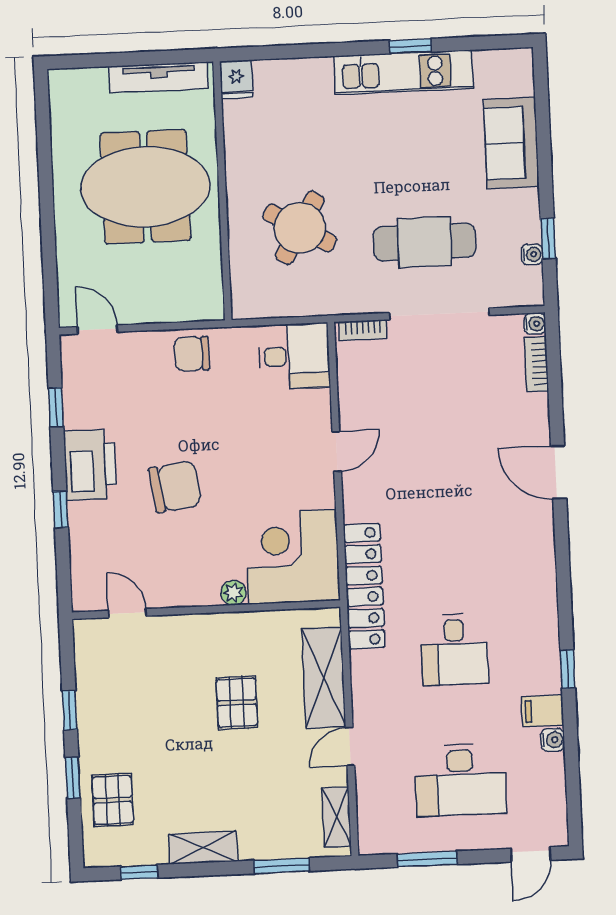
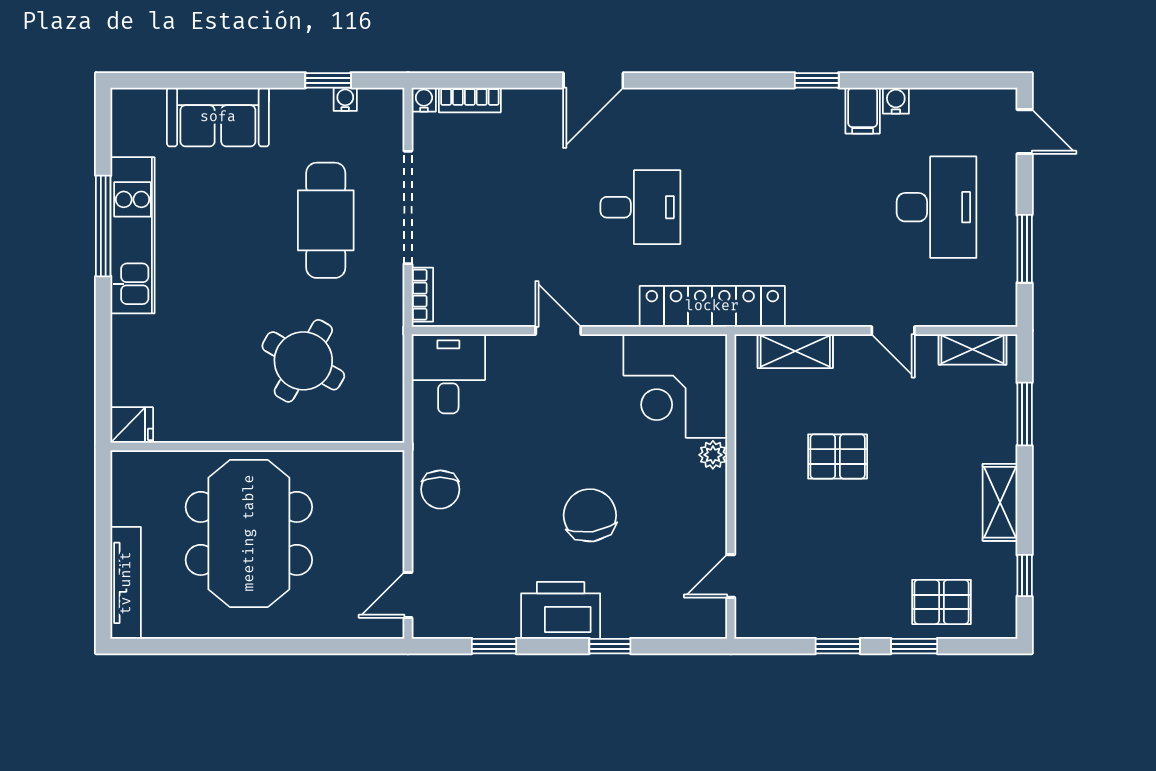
window: (411, 46) -> (103, 226), width x2.17
tv unit: (159, 77) -> (126, 583), moved
desk: (455, 649) -> (640, 207), moved
shelving: (324, 678) -> (795, 351), width x0.67, depth x0.75

